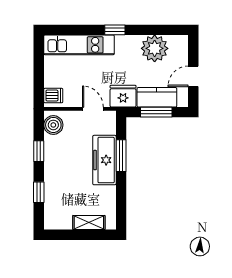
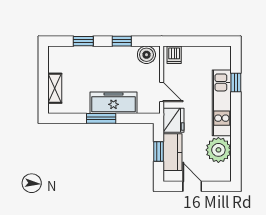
window: (115, 30) -> (236, 82), moved
kitchen unit: (79, 45) -> (222, 103), moved
door: (93, 109) -> (162, 92), hinge flipped
window: (156, 112) -> (159, 152), width x0.67
window: (121, 156) -> (101, 118), moved

